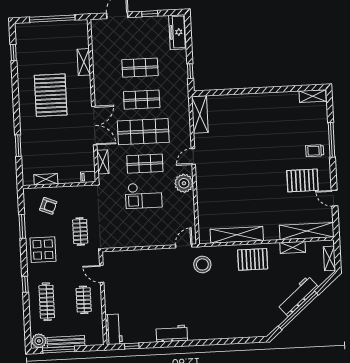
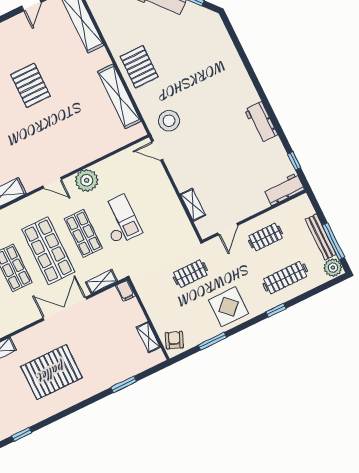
pallet: (302, 180) -> (30, 85), moved
armchair: (48, 206) -> (174, 340), moved
shelving: (293, 247) -> (193, 205), moved

